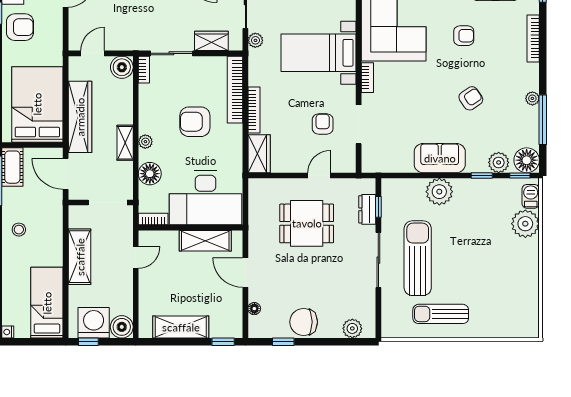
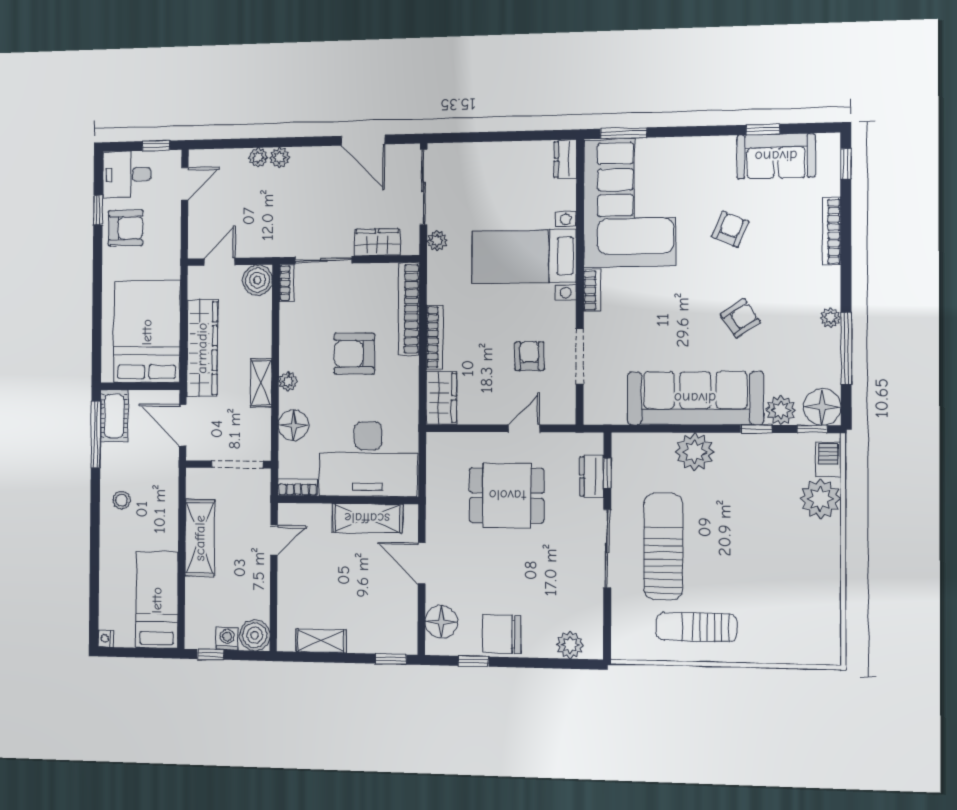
armchair: (464, 36) -> (730, 229), turned -67
sofa: (440, 158) -> (695, 398), width x1.85, depth x1.27
floor lamp: (254, 309) -> (441, 622), width x1.89, depth x1.89
washing machine: (94, 323) -> (227, 639), width x0.53, depth x0.53
shelving: (181, 327) -> (321, 641), width x0.67, depth x0.75

